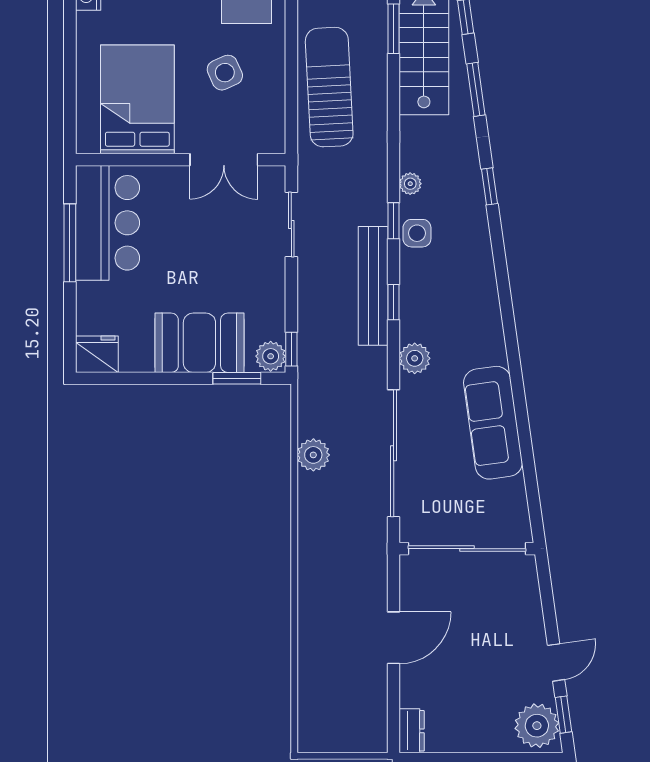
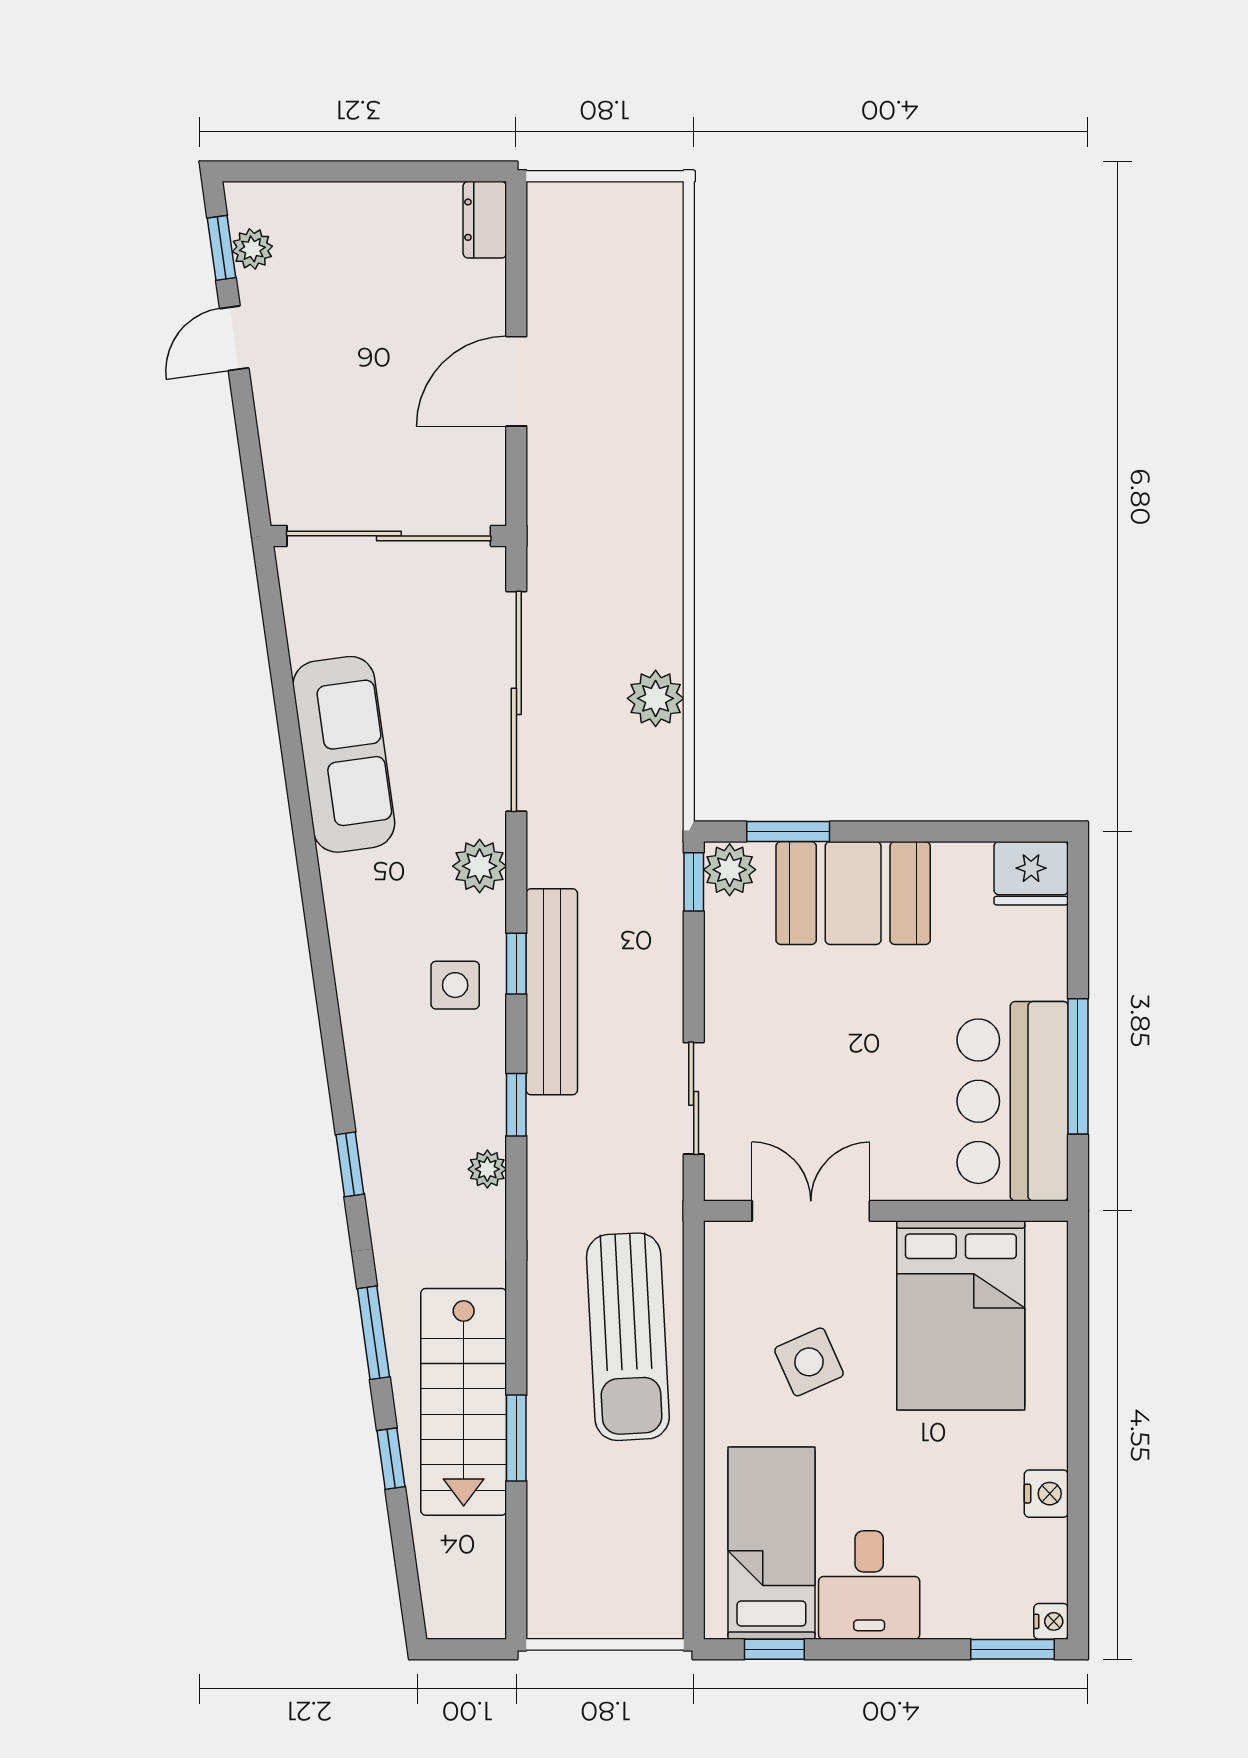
side table: (417, 233) -> (455, 985), moved
plant: (537, 726) -> (252, 249), width x0.53, depth x0.53

